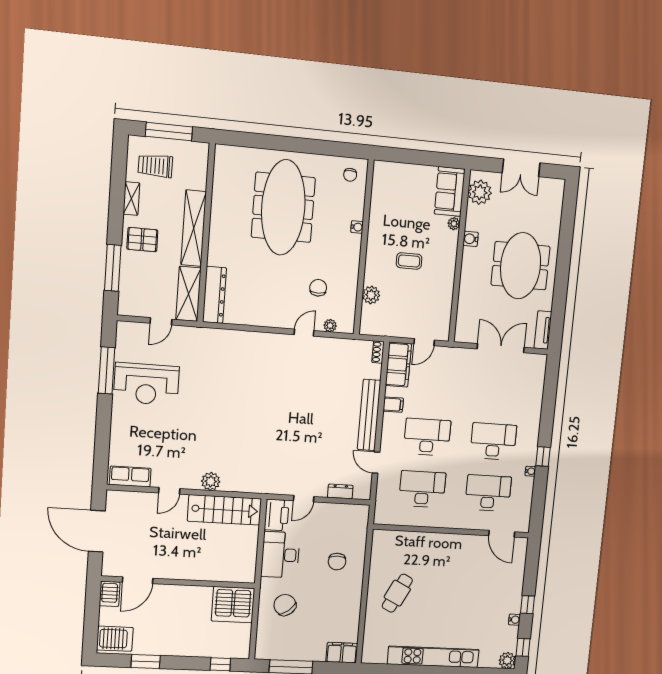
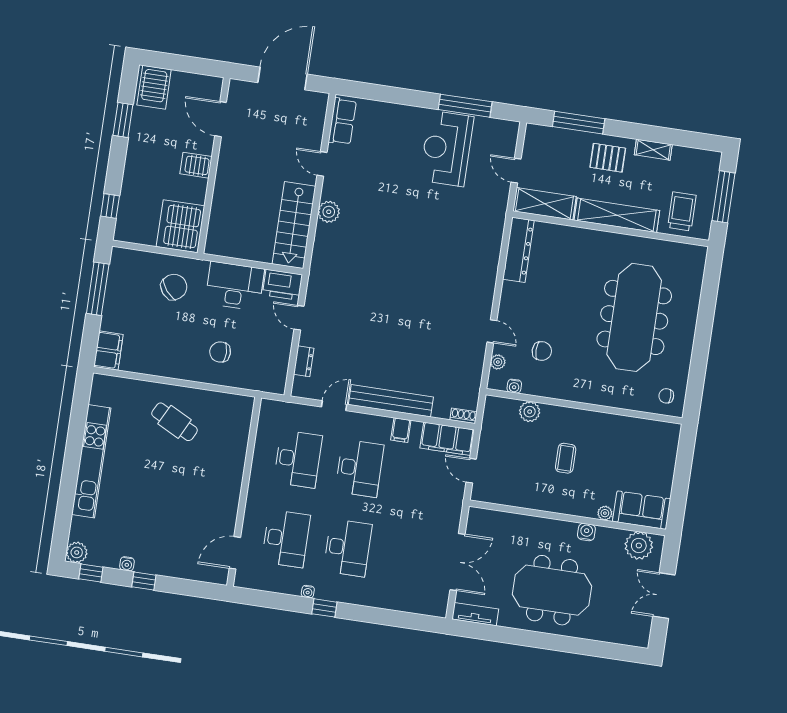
trolley: (155, 166) -> (682, 211), moved
meeting table: (283, 207) -> (634, 317), turned 90
water cooler: (357, 227) -> (514, 386), moved
pallet: (142, 240) -> (608, 158), turned 90
dresser: (214, 295) -> (518, 250), moved, turned -90
server rack: (110, 594) -> (196, 165), moved

